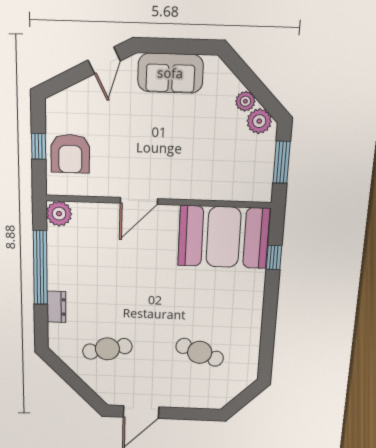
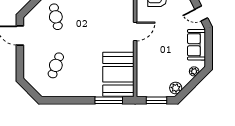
plant: (245, 101) -> (194, 71), moved
door: (139, 201) -> (135, 31), swing flipped
window: (274, 257) -> (109, 100), width x2.17

